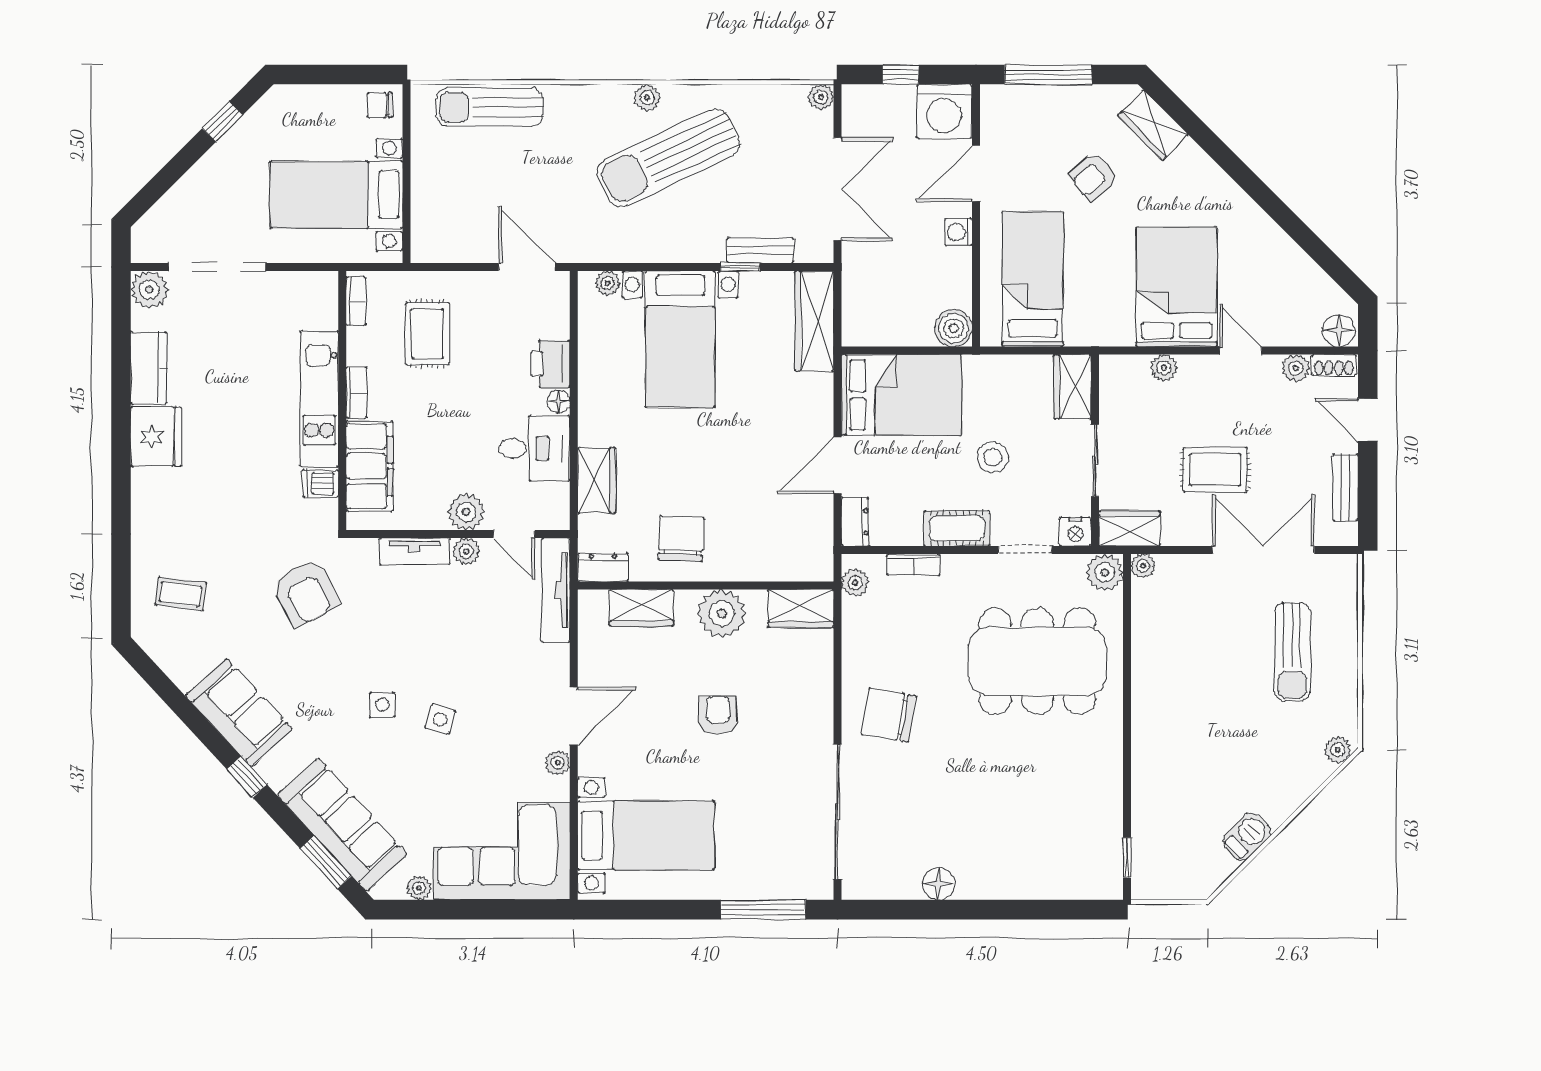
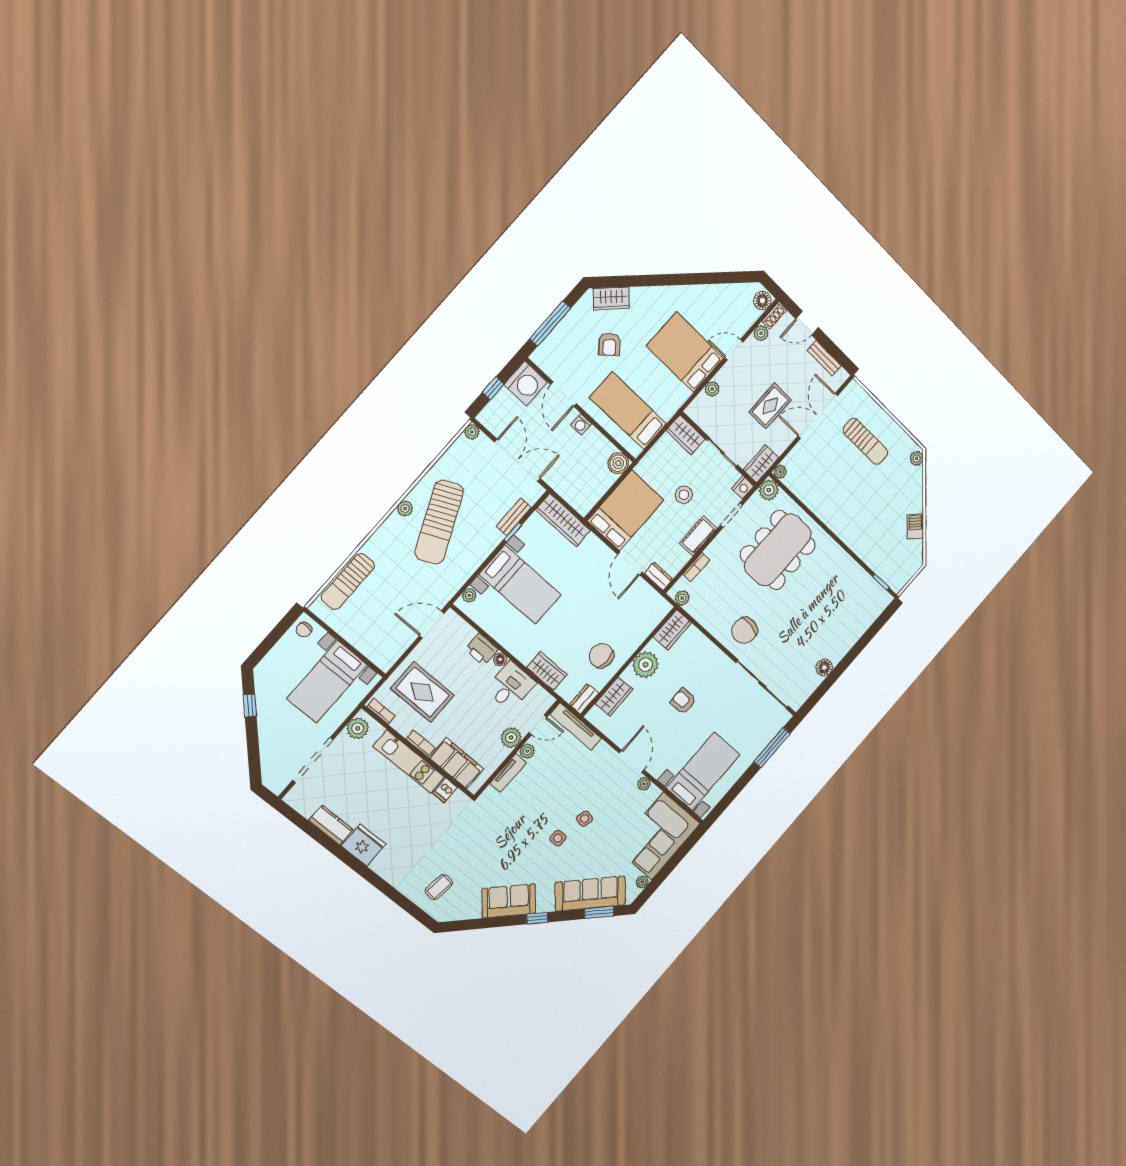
plant: (149, 290) -> (358, 728), moved
rug: (427, 334) -> (422, 692), width x1.36, depth x1.43
armchair: (305, 593) -> (485, 833), removed

